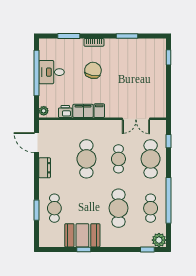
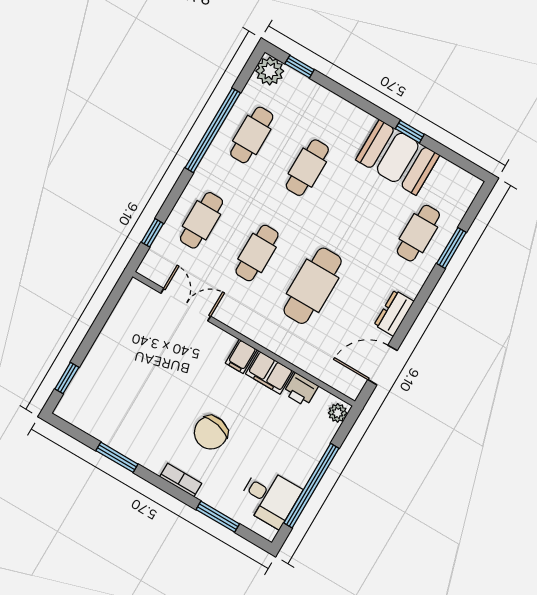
desk: (52, 72) -> (269, 497), moved
door: (37, 143) -> (382, 365), swing flipped
cafe table: (151, 159) -> (201, 220), width x0.73, depth x0.74
cafe table: (118, 208) -> (307, 168), width x0.73, depth x0.74

